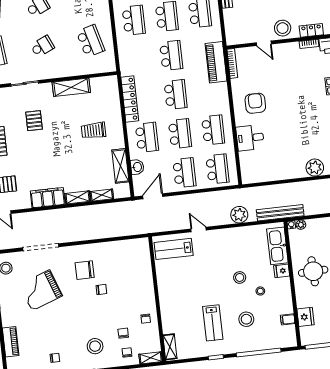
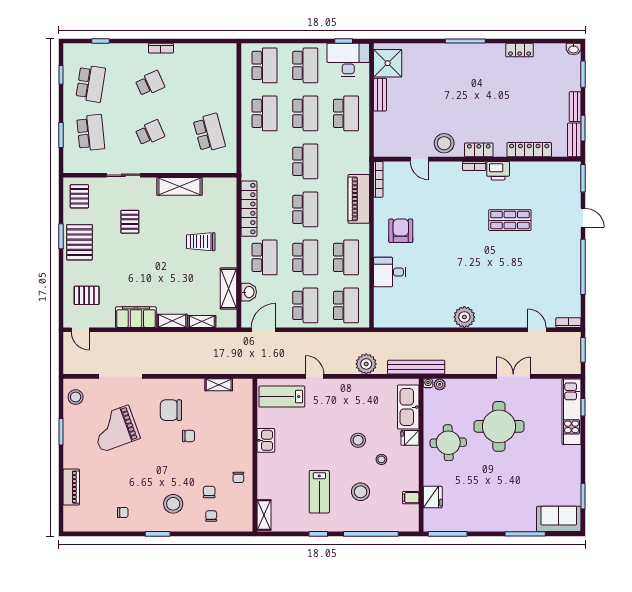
piano: (216, 62) -> (359, 199), moved
kitchen sink: (165, 286) -> (266, 440), added
shelving: (151, 358) -> (219, 385), moved

